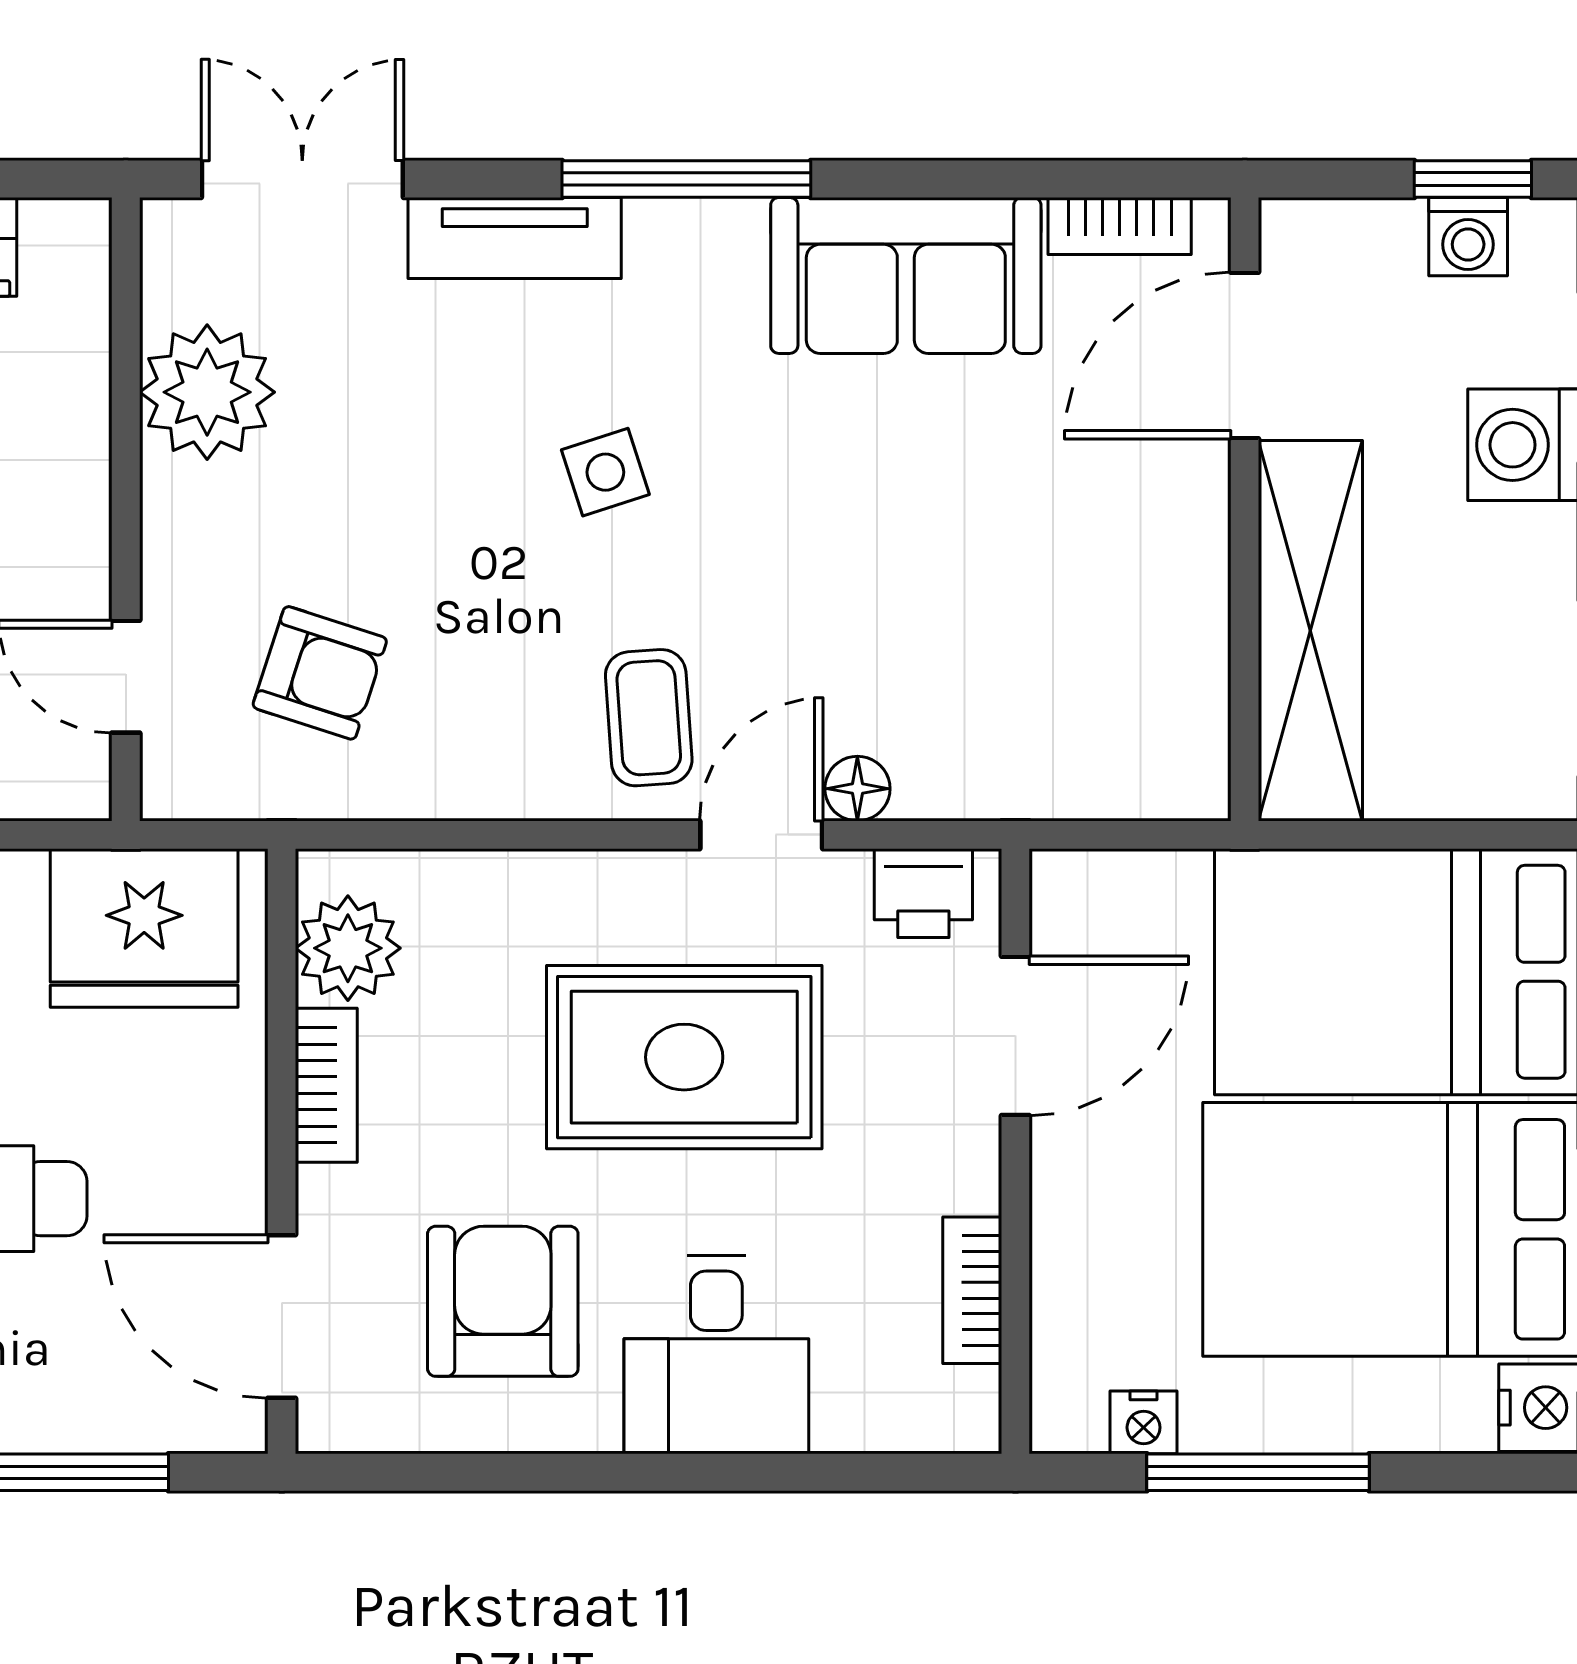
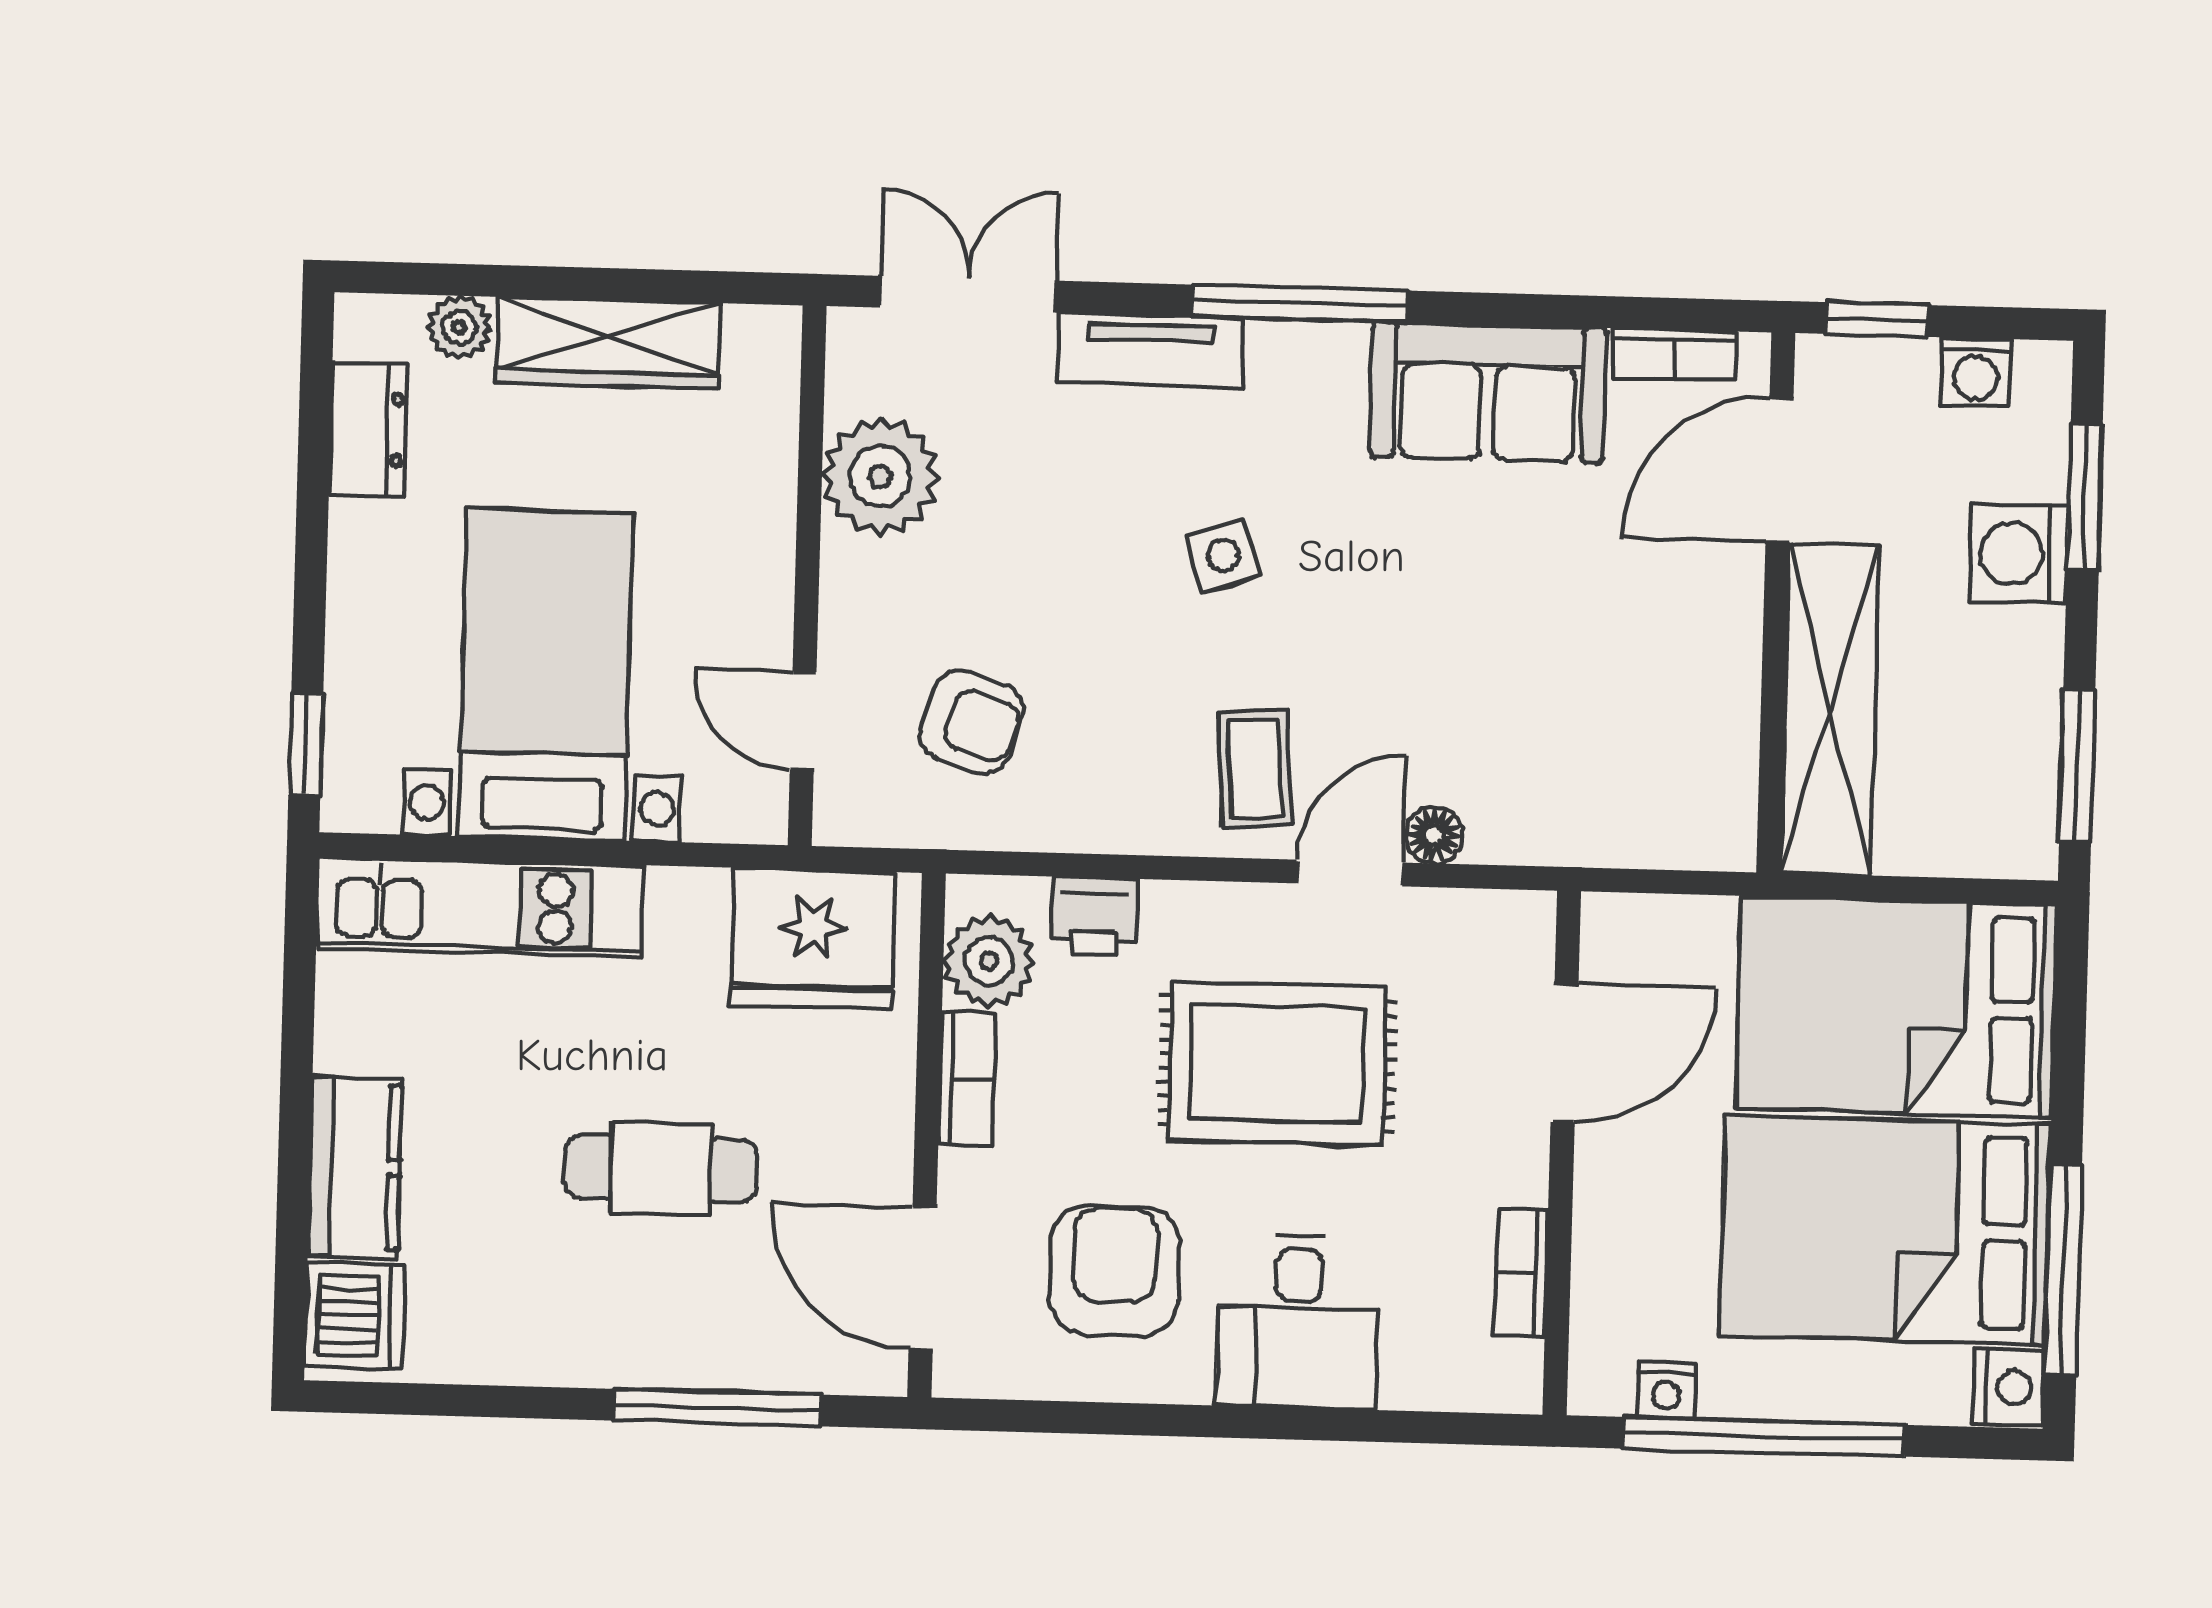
window: (1473, 179) -> (1877, 319), moved
printer: (923, 893) -> (1094, 916), moved
window: (1258, 1472) -> (1764, 1437), width x1.46

